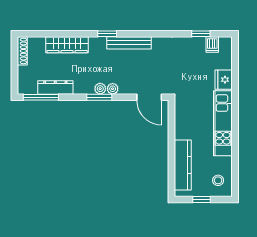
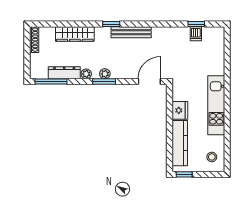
dishwasher: (212, 45) -> (196, 34), moved
fridge: (224, 80) -> (180, 110), moved, turned 180
plant: (113, 89) -> (86, 74), moved
door: (149, 97) -> (149, 82), swing flipped
window: (202, 200) -> (184, 174), moved

